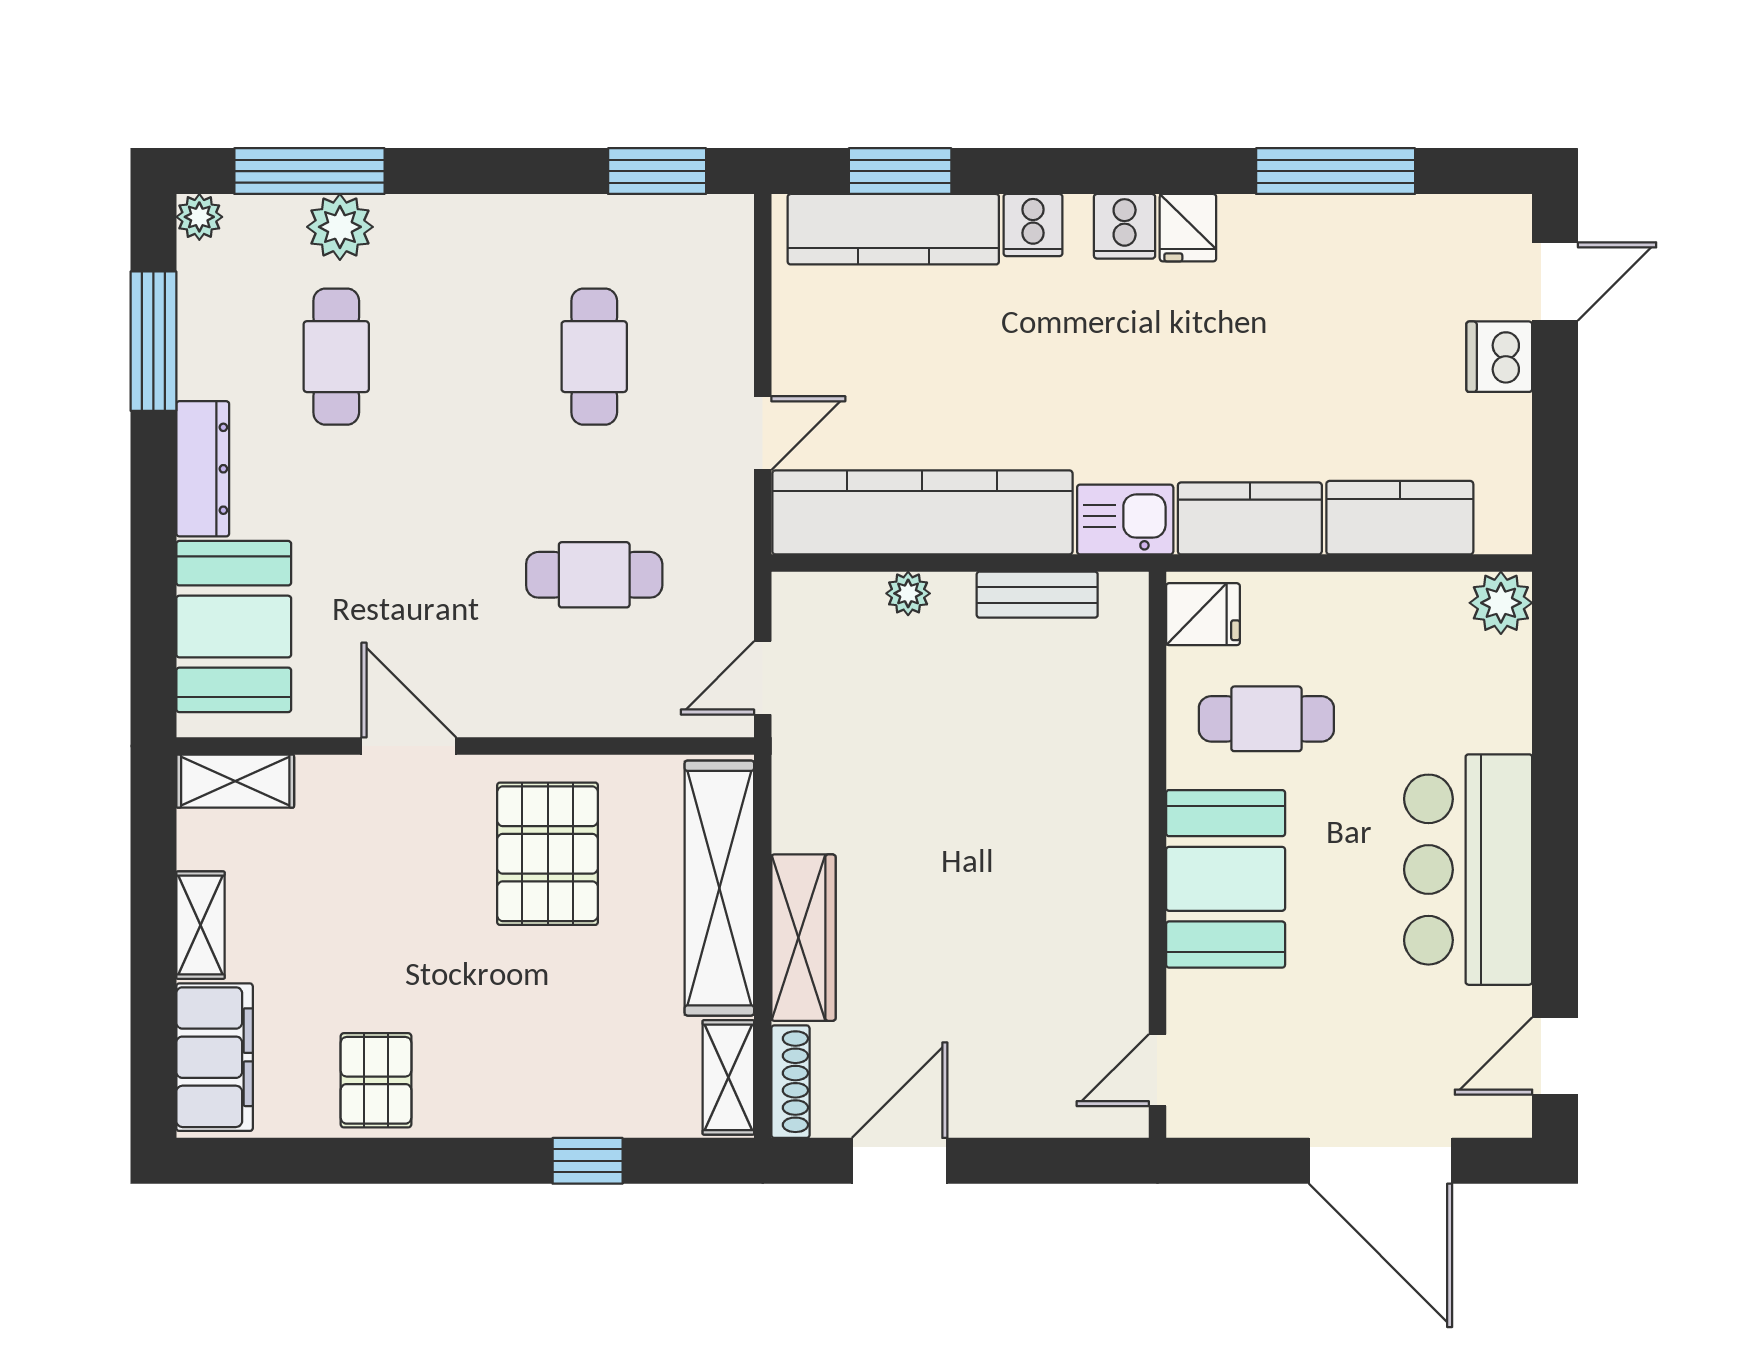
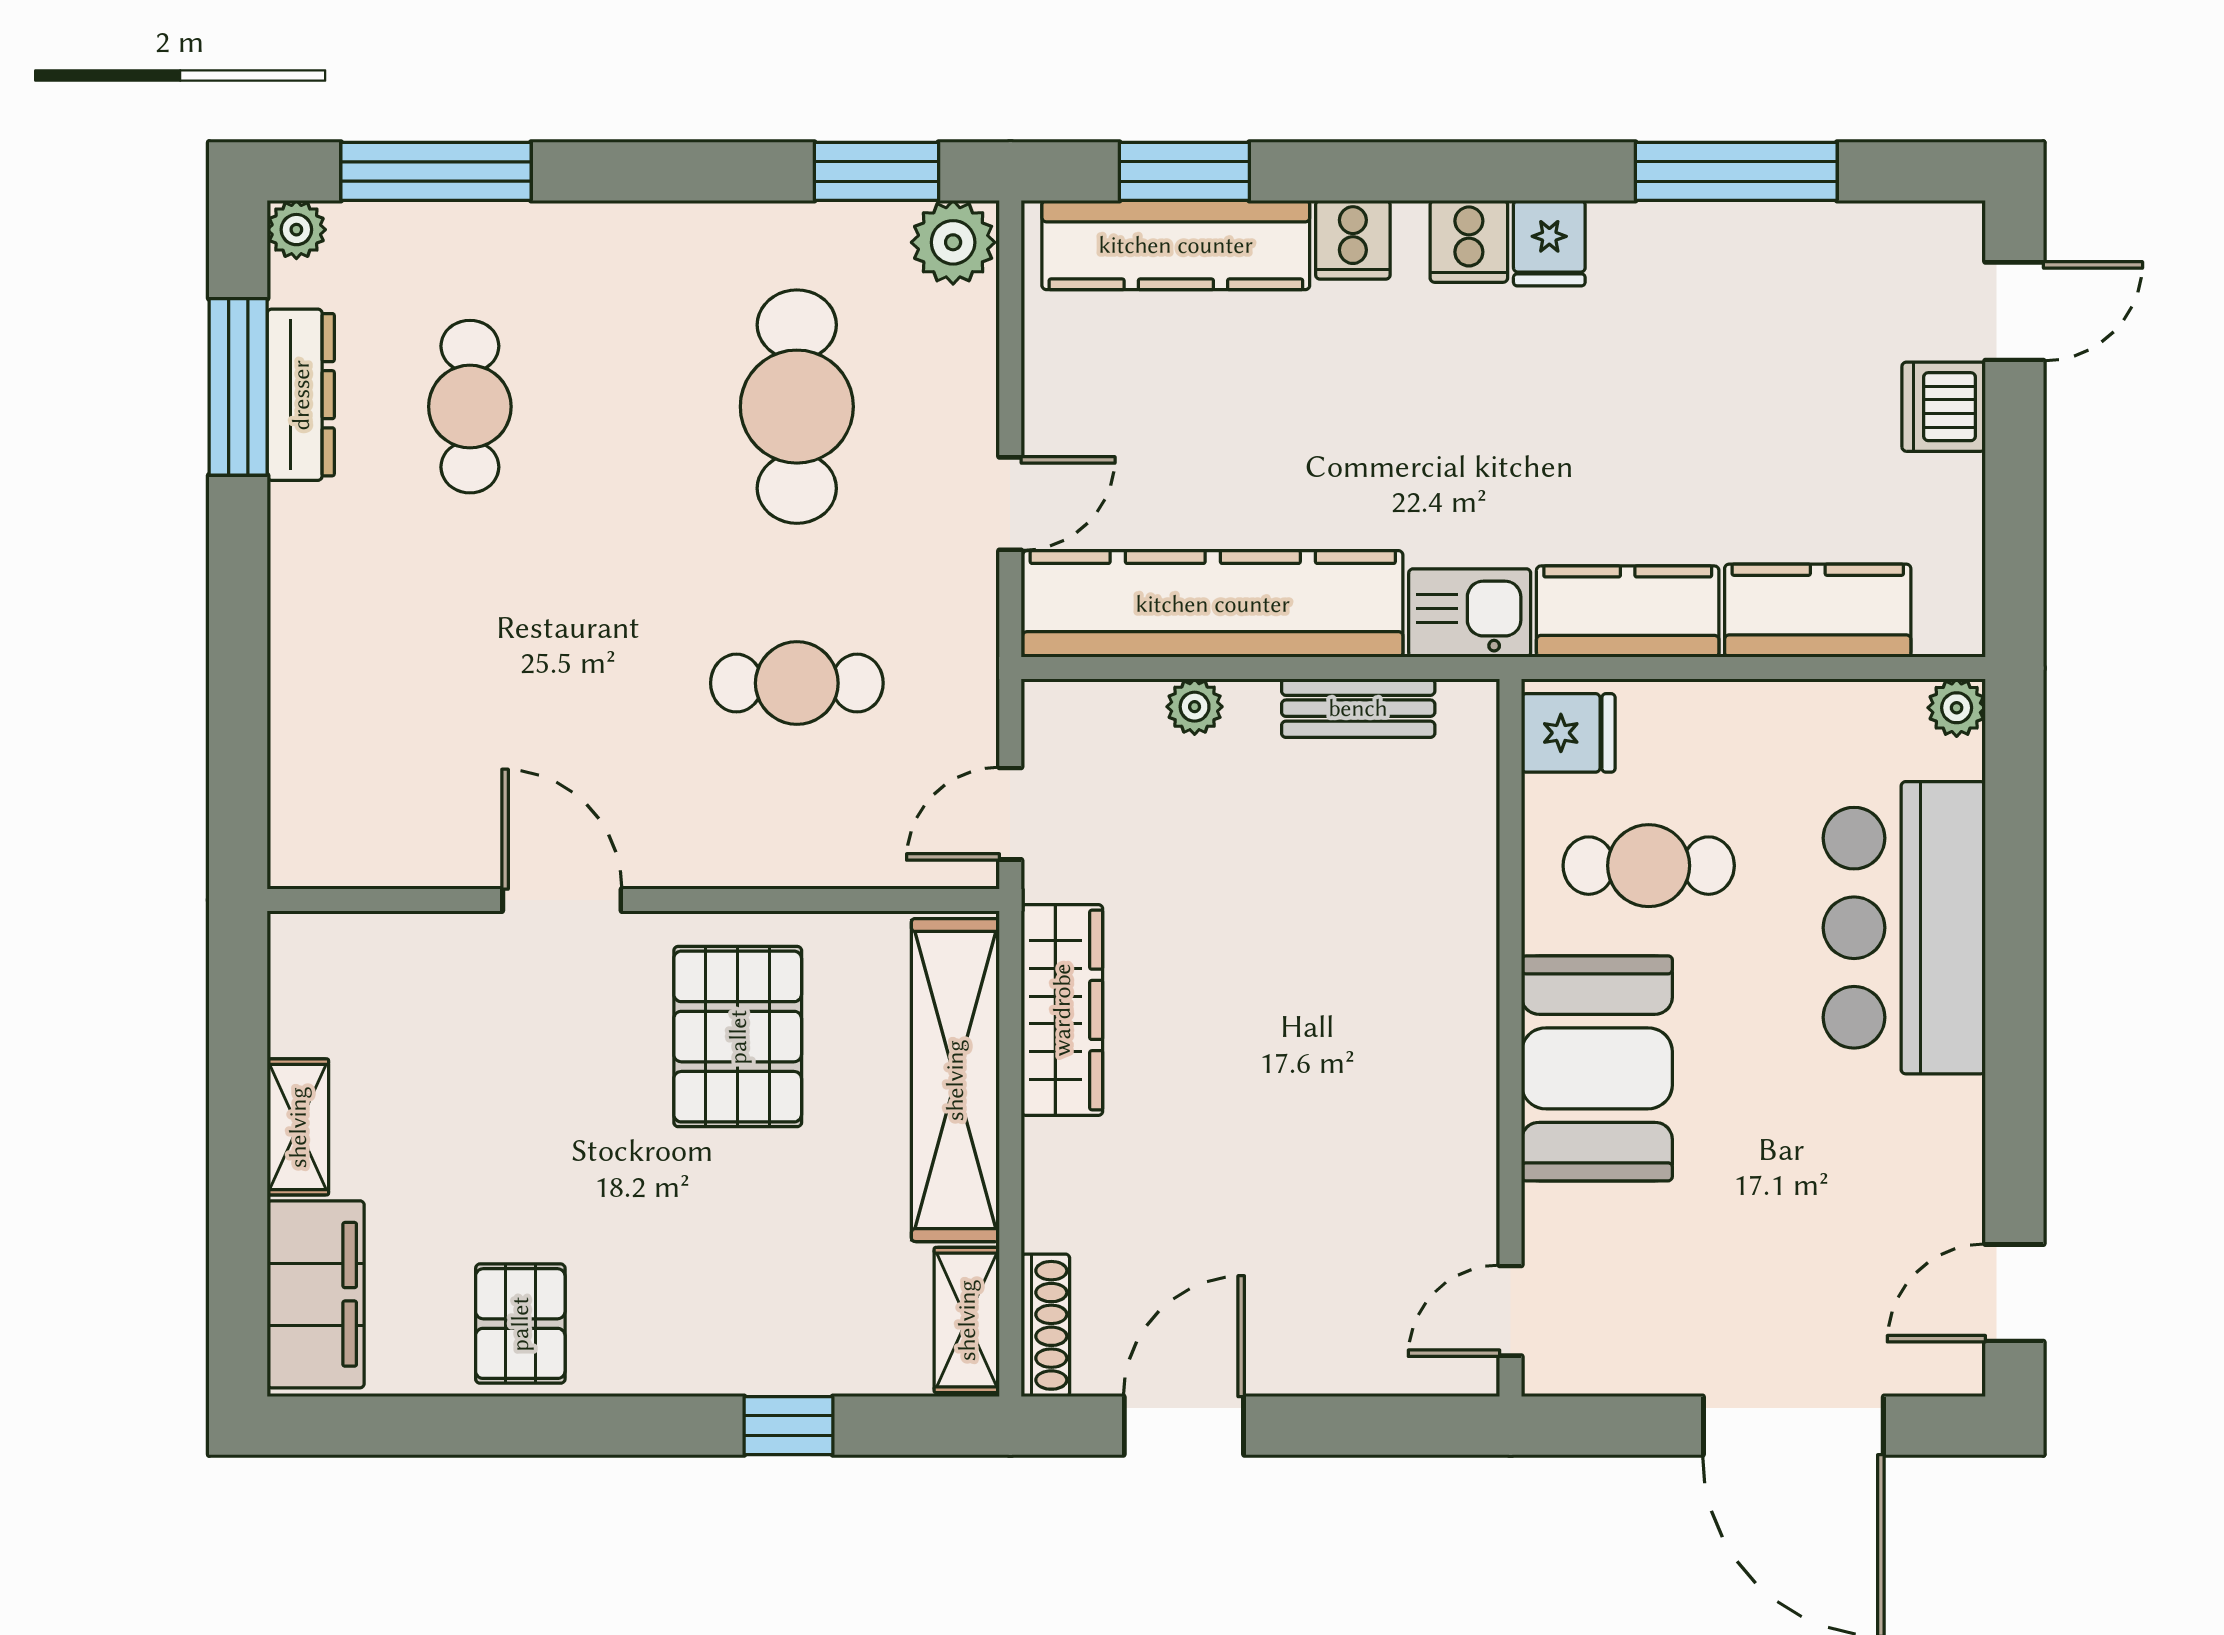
plant: (340, 227) -> (953, 242), moved
cafe table: (594, 357) -> (797, 407), width x1.37, depth x1.35
dresser: (203, 469) -> (301, 395), moved
plant: (1501, 603) -> (1957, 708), width x0.73, depth x0.73
booth: (234, 627) -> (340, 749), removed
shelving: (235, 781) -> (342, 945), removed
bar counter: (1468, 870) -> (1904, 928), moved
wardrobe: (803, 938) -> (1062, 1010), moved

